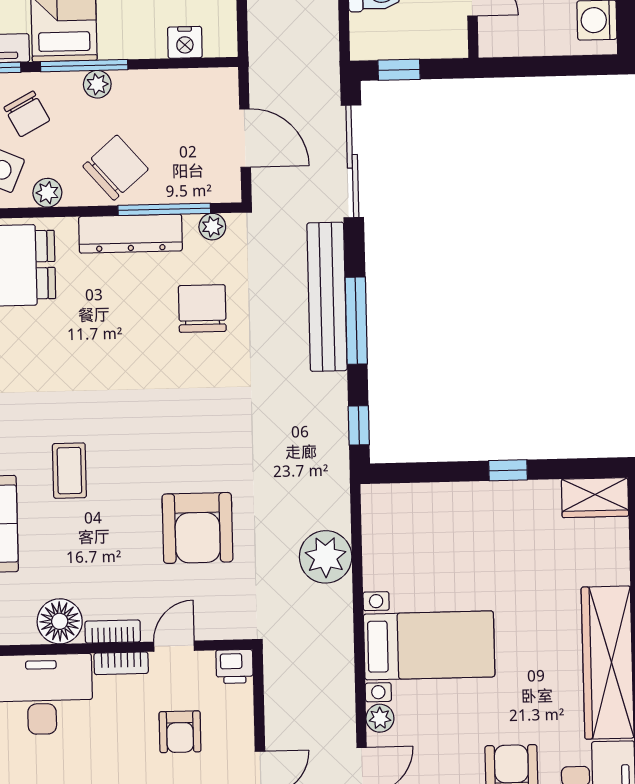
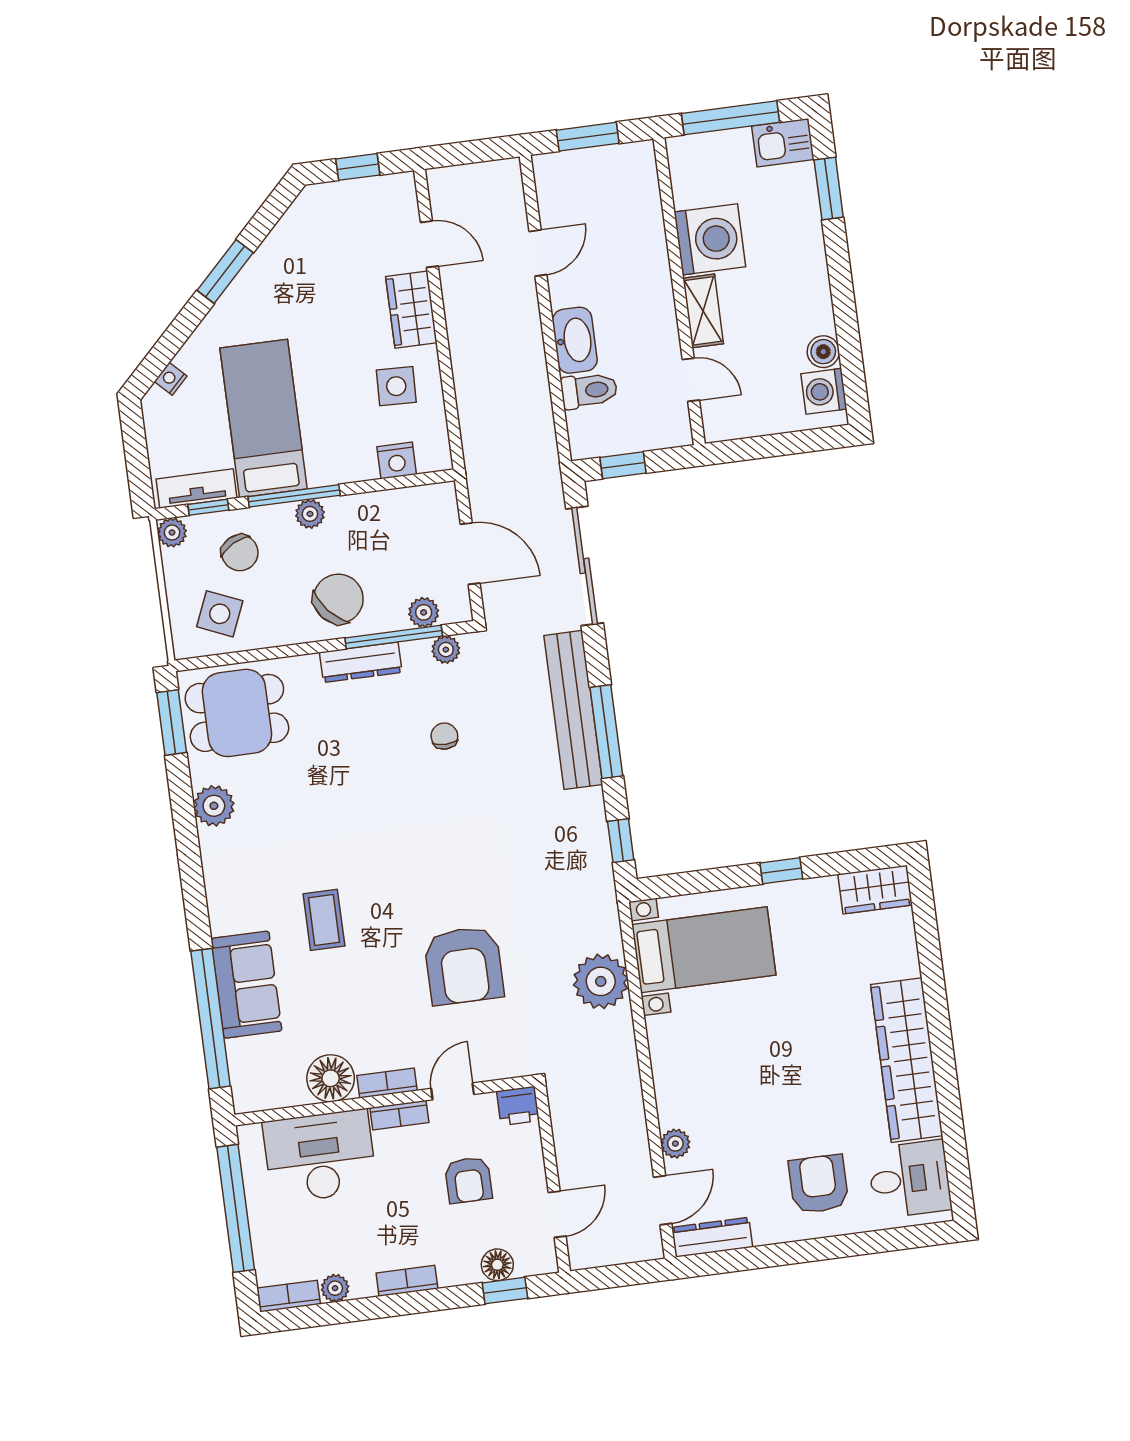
plant: (47, 193) -> (424, 612), moved
dresser: (130, 234) -> (361, 662), width x0.73, depth x0.80
chair: (202, 308) -> (444, 736), width x0.54, depth x0.54
bed with nightstands: (429, 645) -> (704, 950), moved

